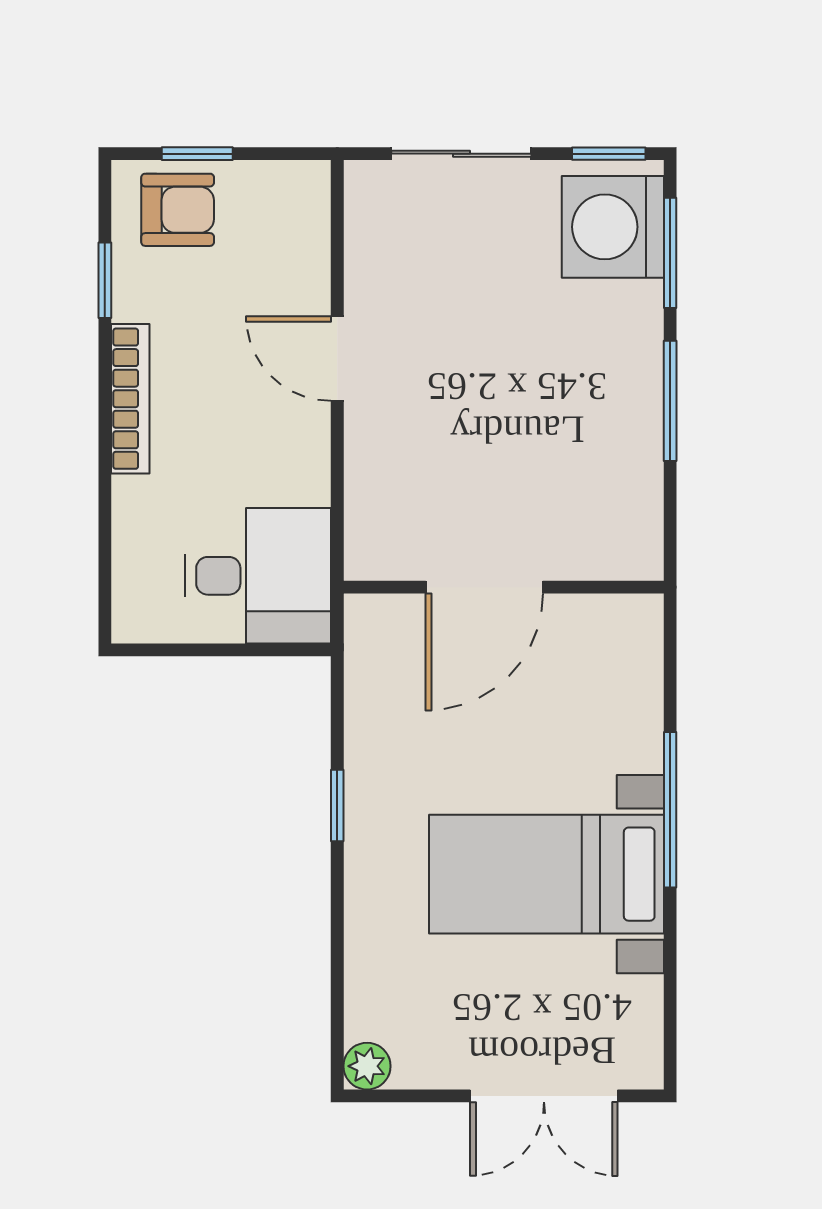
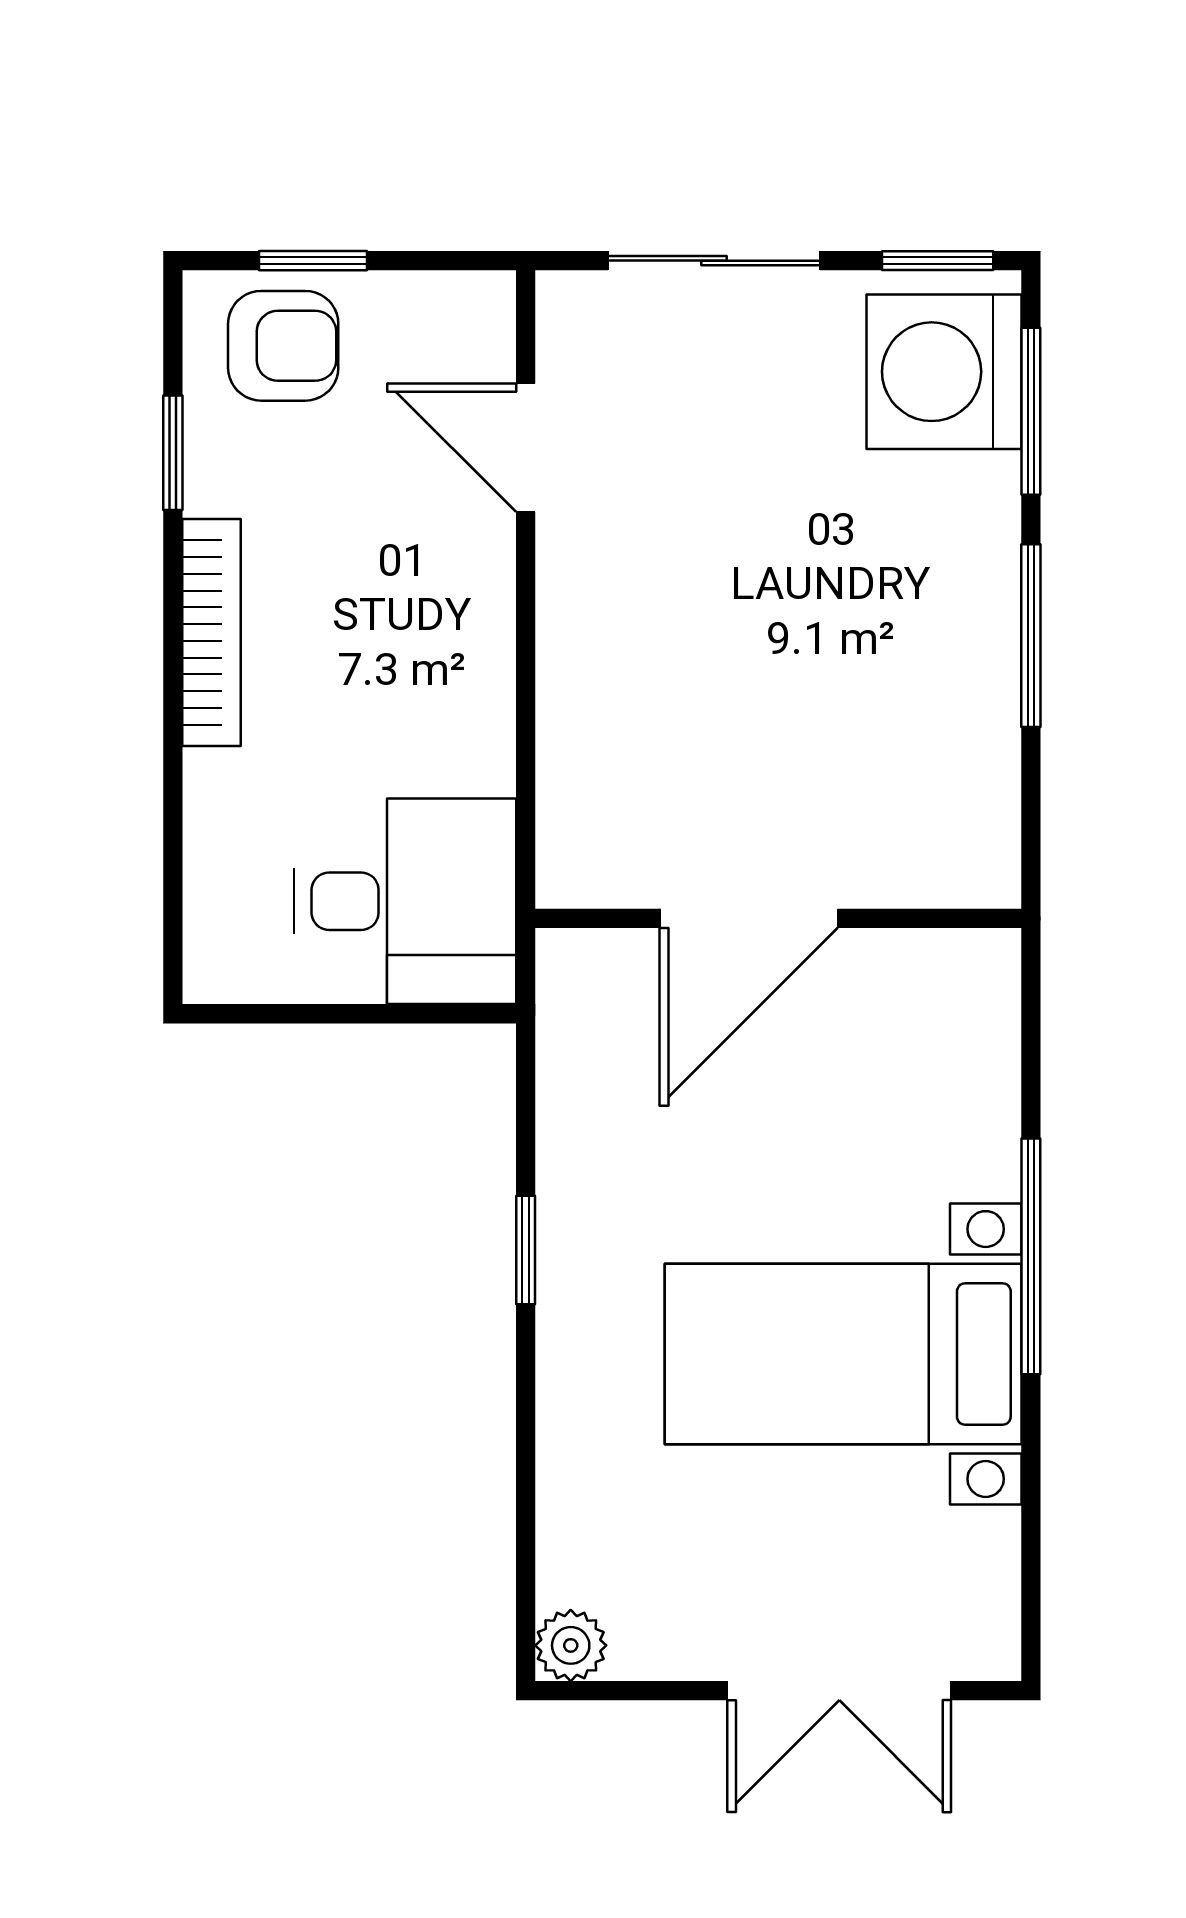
door: (337, 359) -> (526, 448), moved

